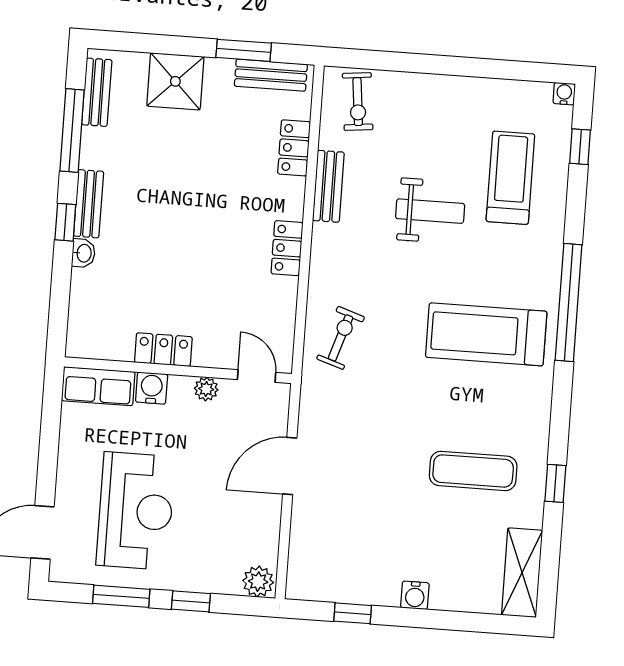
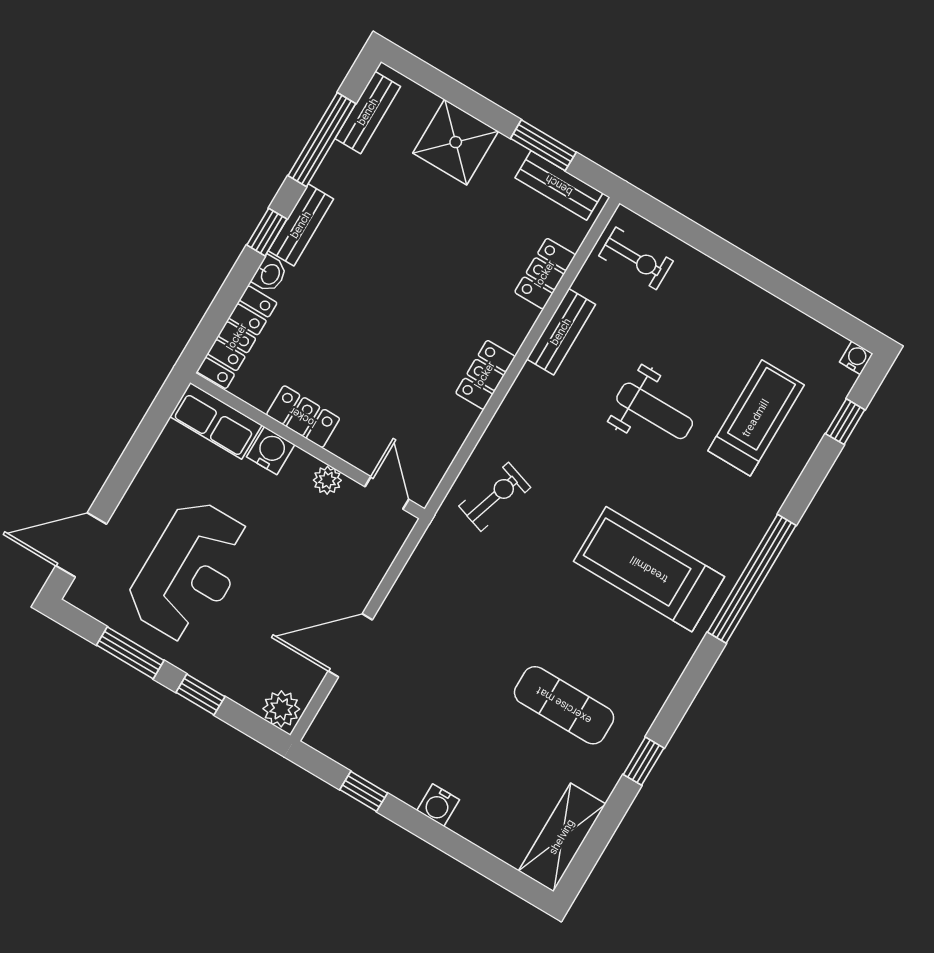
exercise bike: (358, 102) -> (636, 258), turned -84
locker: (82, 314) -> (237, 337), added
door: (290, 466) -> (350, 645), moved

